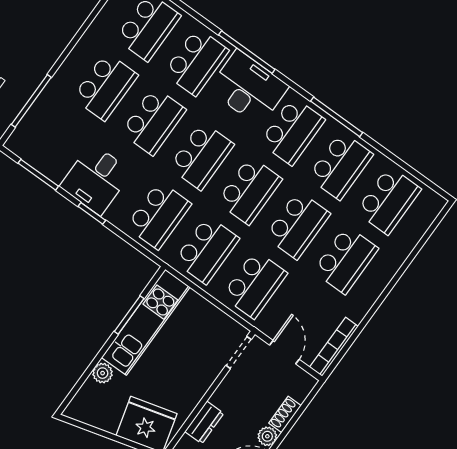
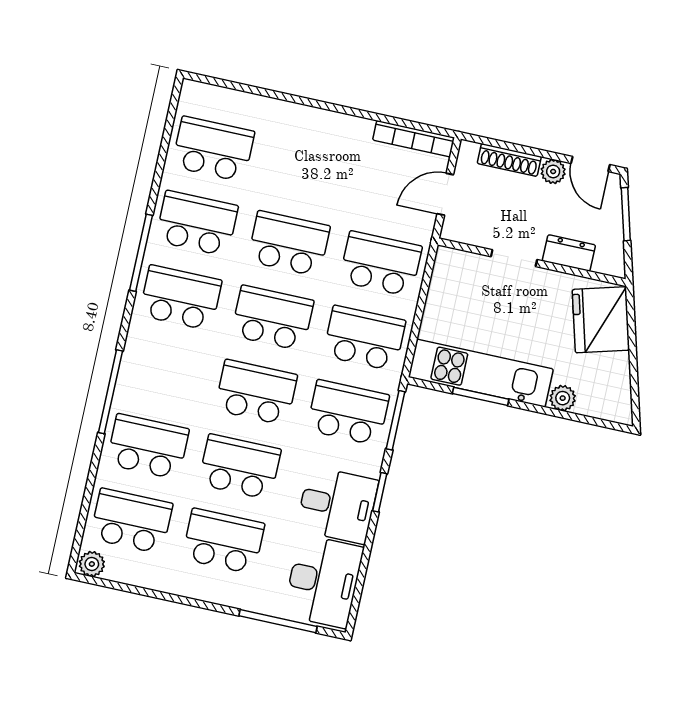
desk: (248, 88) -> (323, 581), moved, turned 180
window: (38, 175) -> (396, 420), moved
school desk: (346, 260) -> (305, 169), removed
doorway: (239, 352) -> (514, 258), moved
shoe rack: (285, 414) -> (509, 160), width x1.43

